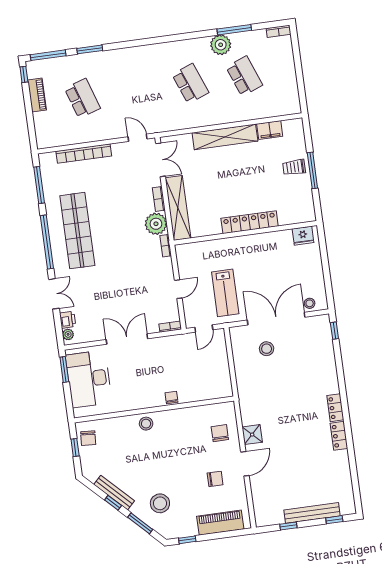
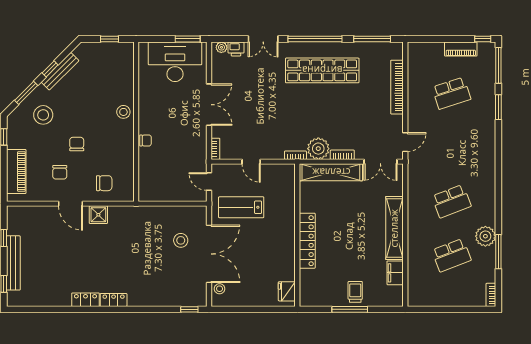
chair: (88, 438) -> (77, 144), moved, turned 86

